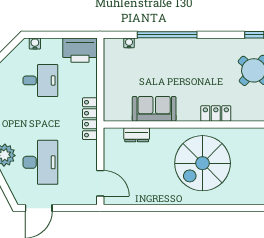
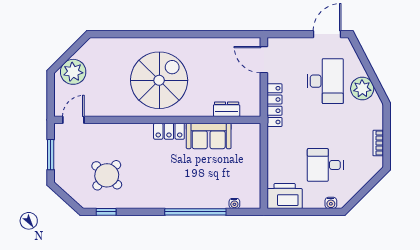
locker: (216, 113) -> (169, 131), moved
locker: (90, 119) -> (275, 105), moved
desk: (40, 162) -> (325, 81), turned 180

